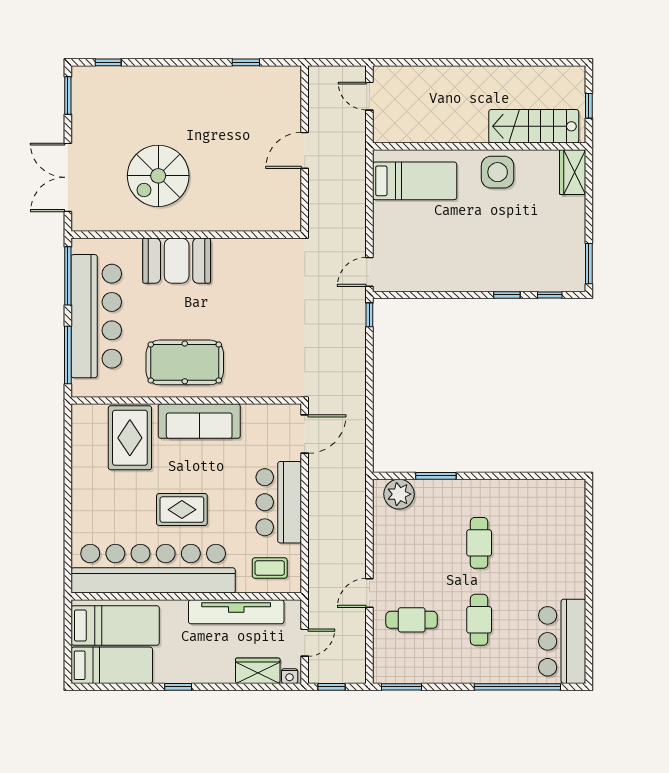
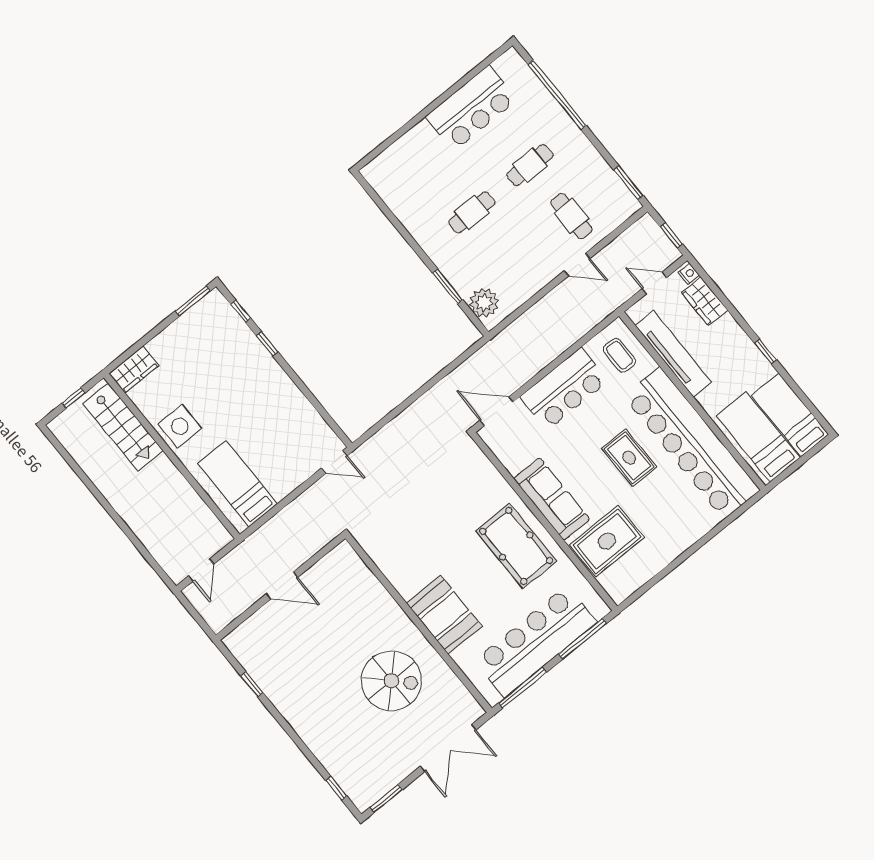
window: (369, 315) -> (367, 436), removed
bar counter: (562, 641) -> (471, 108), moved

